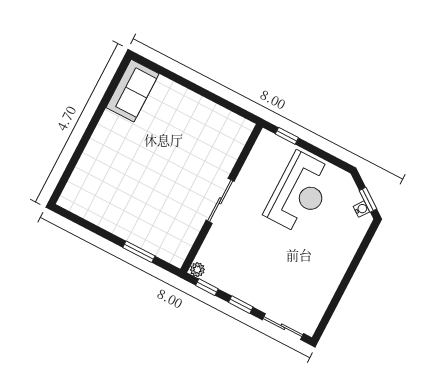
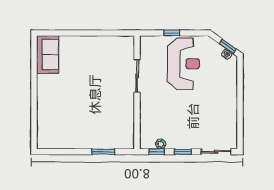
window: (287, 136) -> (172, 33), moved
sliding door: (220, 201) -> (137, 76), moved
plant: (197, 270) -> (161, 144), moved

